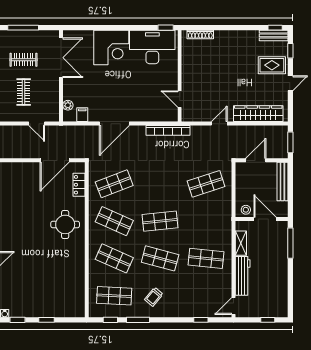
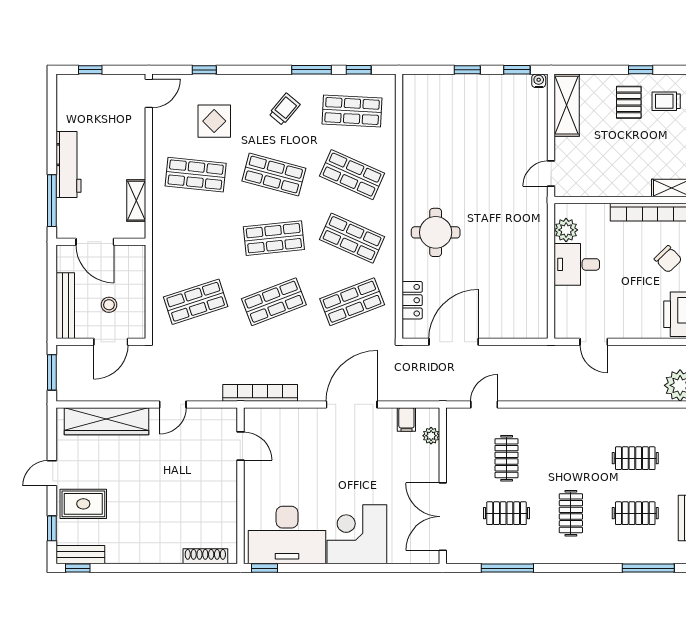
door: (37, 124) -> (484, 404), hinge flipped
shop shelf: (160, 184) -> (274, 302), added
stool: (246, 210) -> (109, 305), moved
workbench: (243, 276) -> (68, 165), moved, turned 180
display table: (195, 290) -> (214, 121), added

